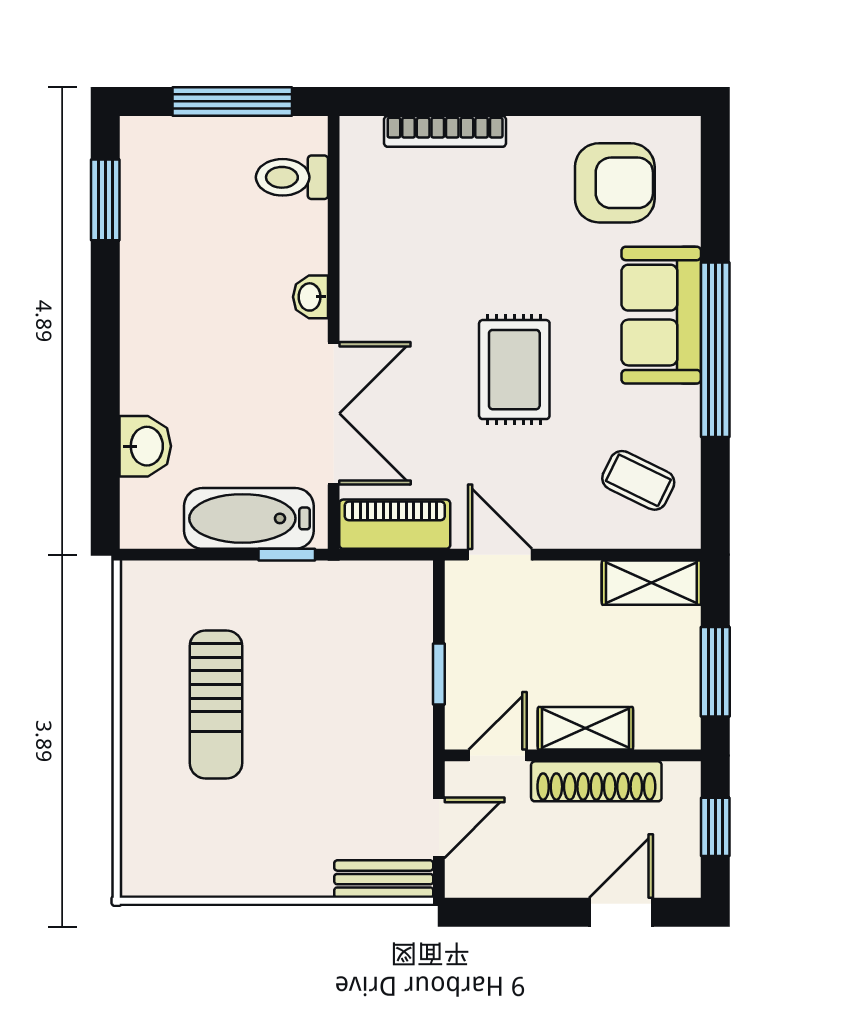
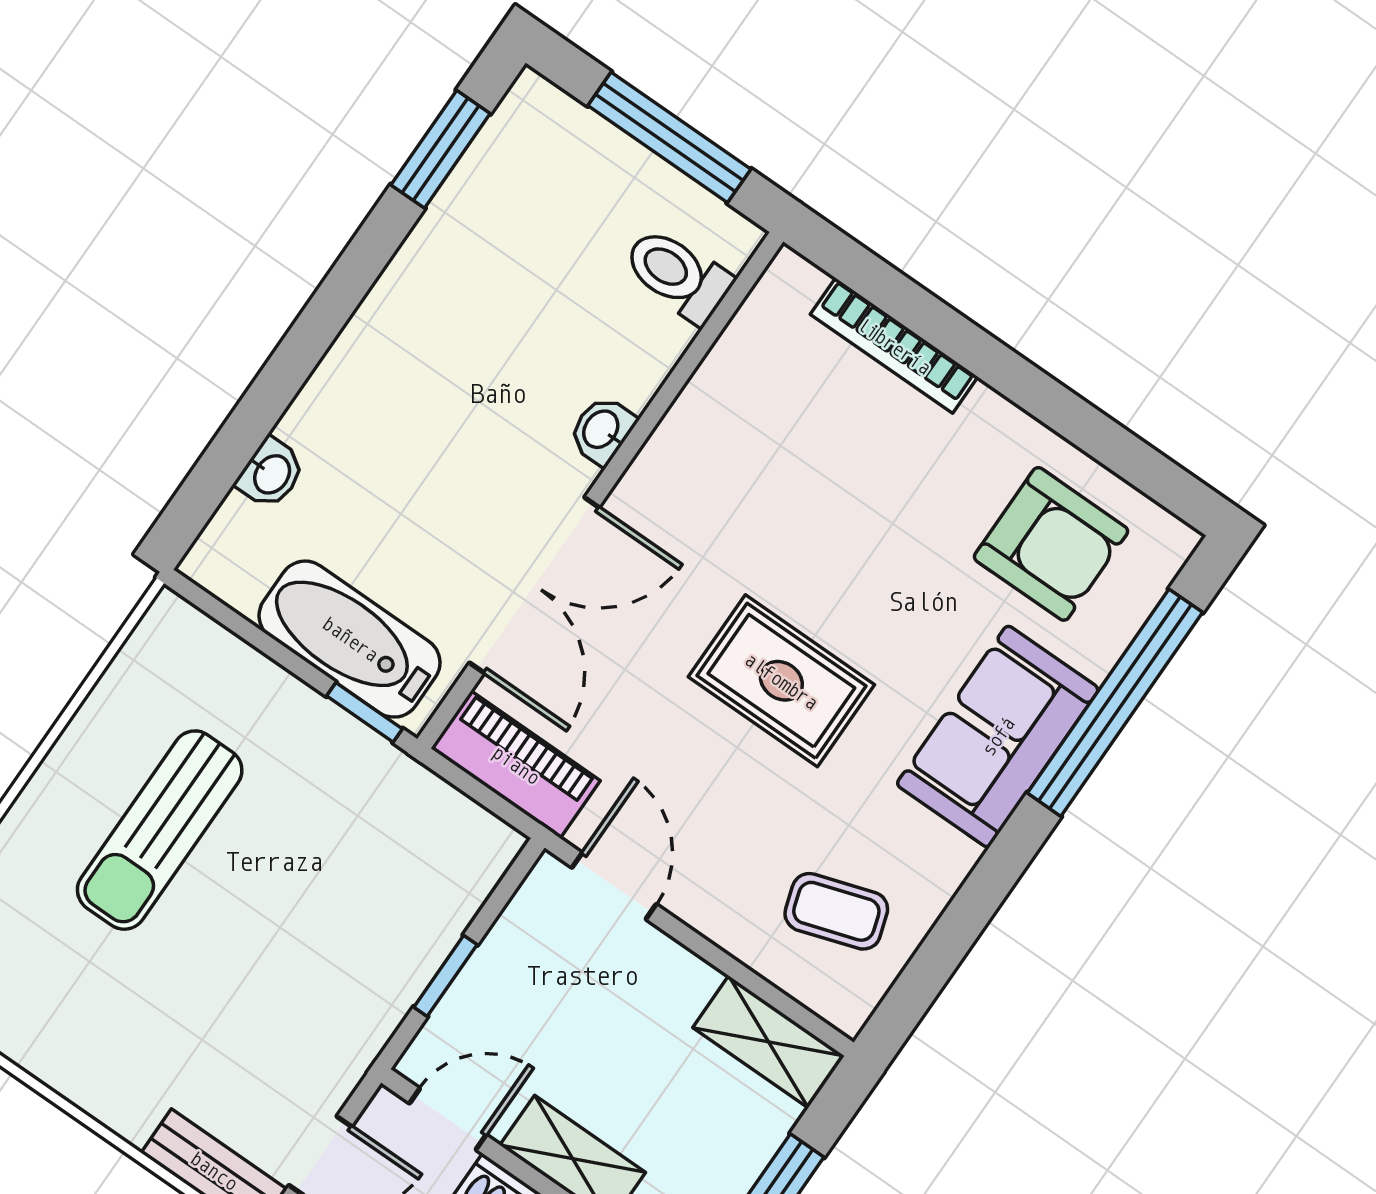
window: (715, 350) -> (1115, 703), moved
rug: (514, 370) -> (781, 681), turned 90
washbasin: (145, 446) -> (271, 474), width x0.72, depth x0.69
coffee table: (638, 480) -> (836, 911), turned -44

